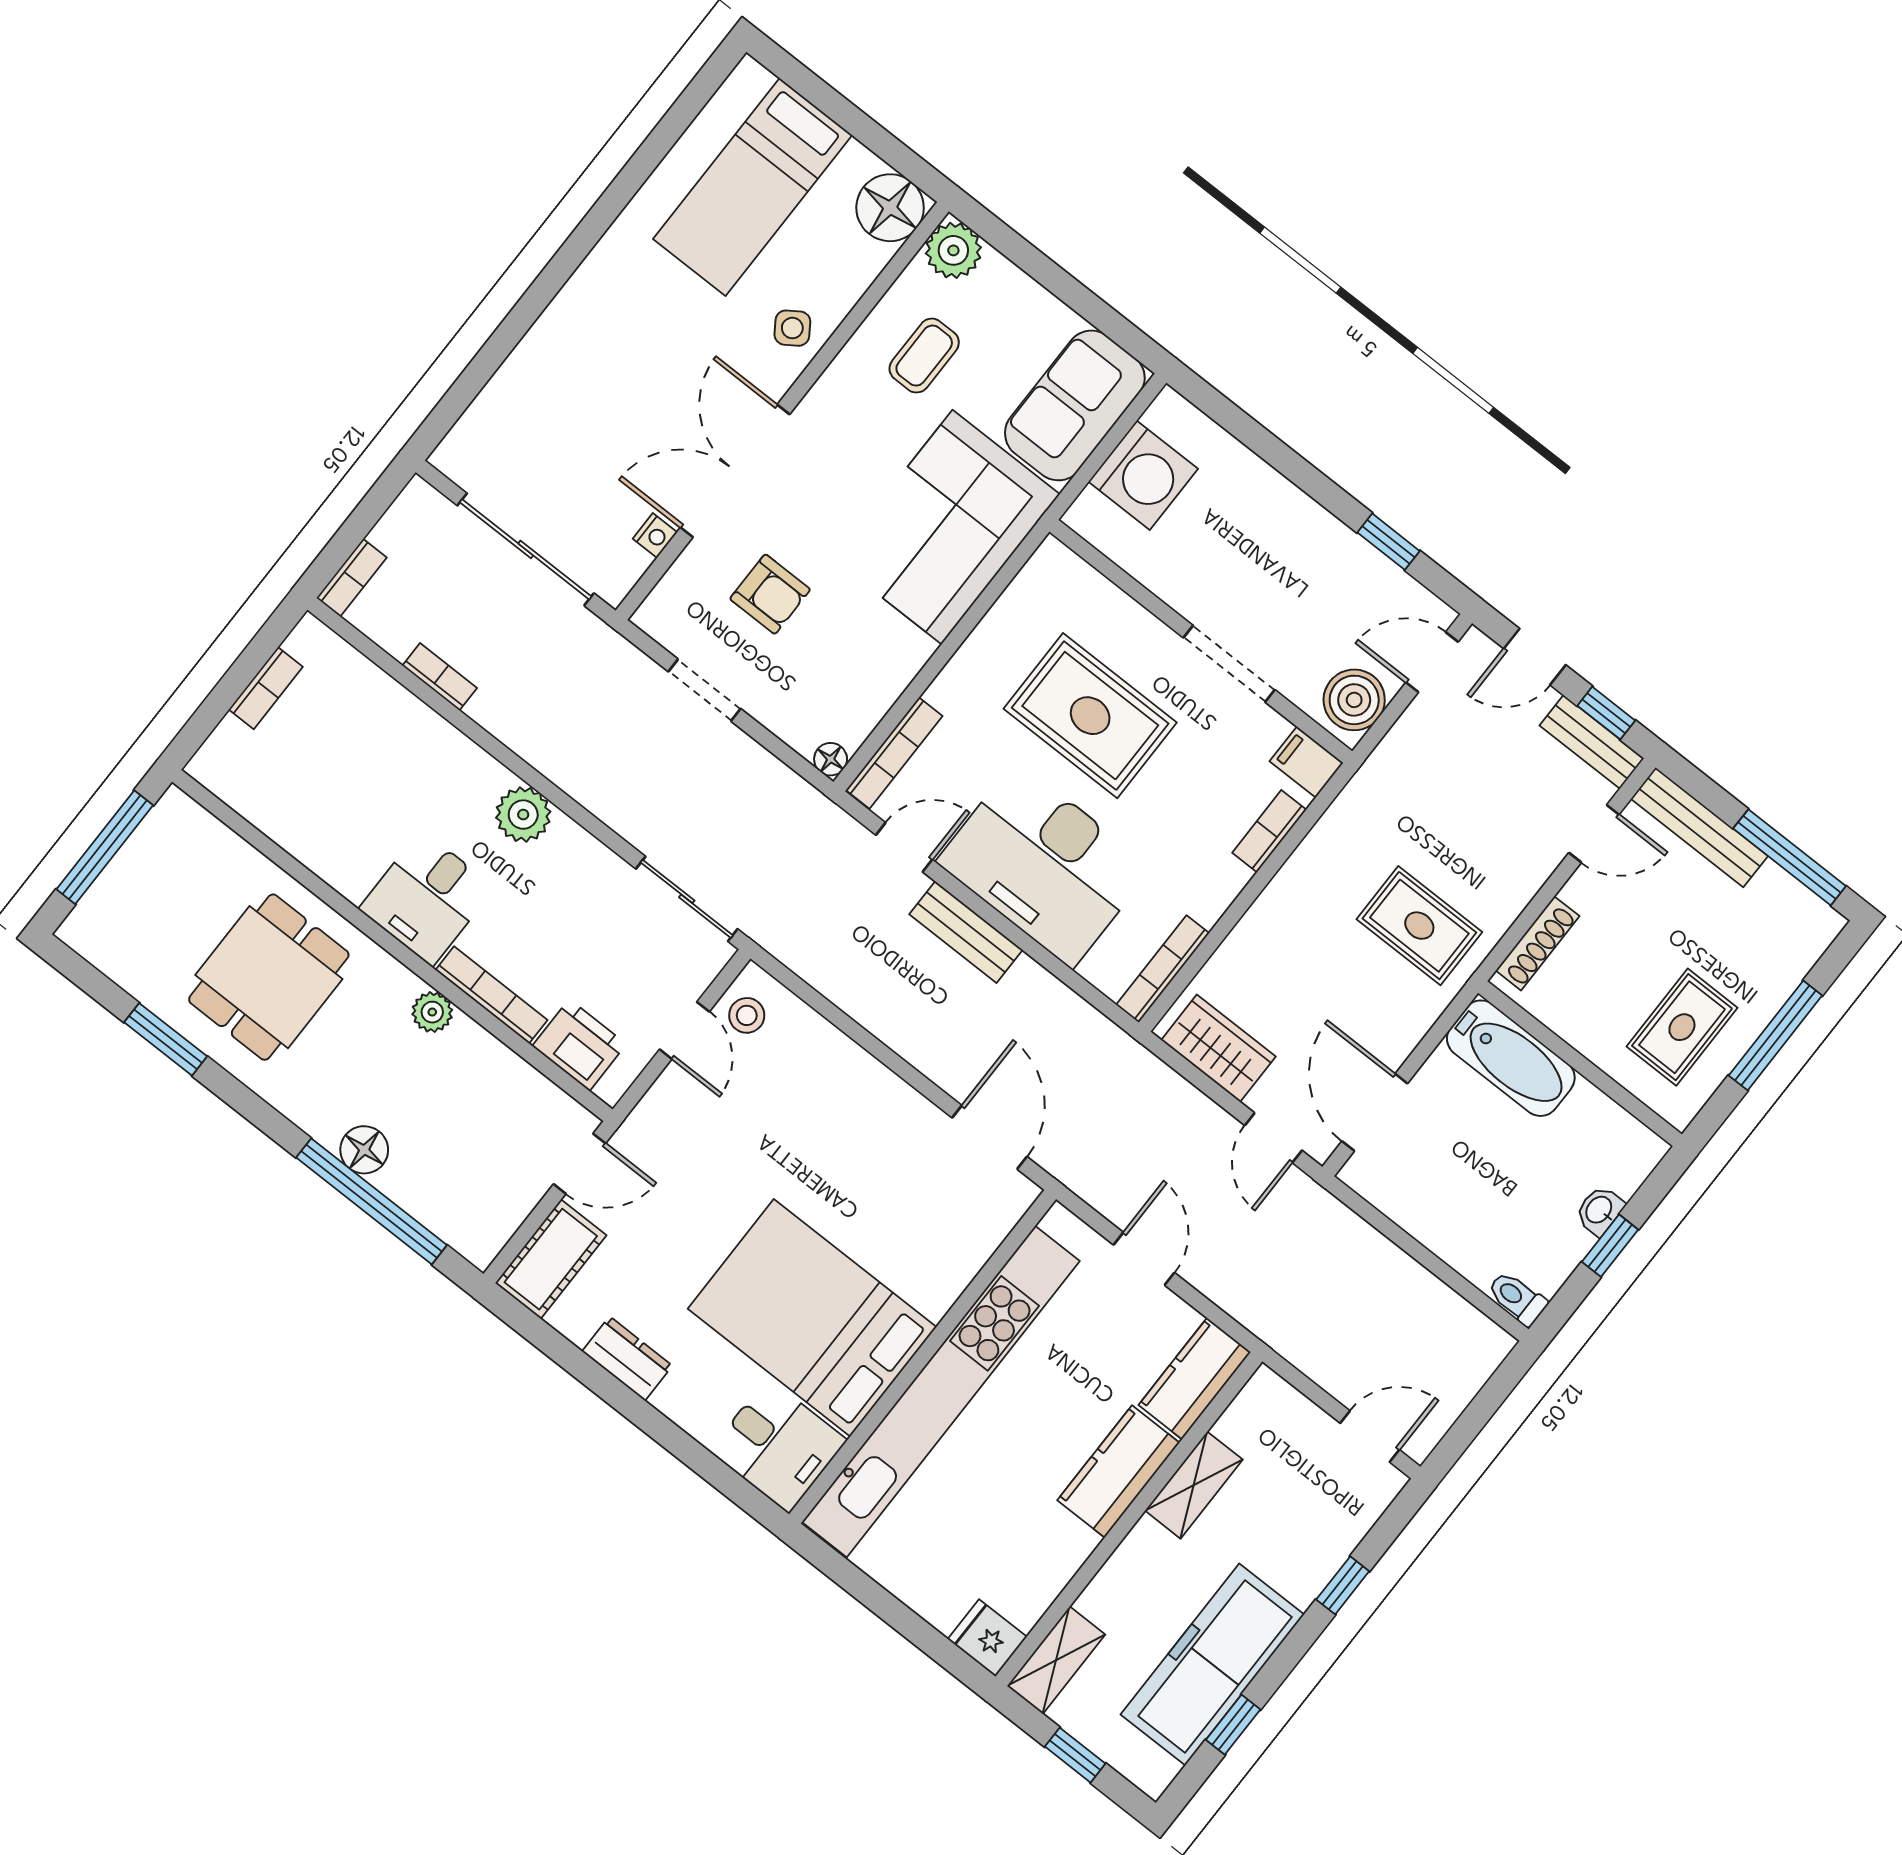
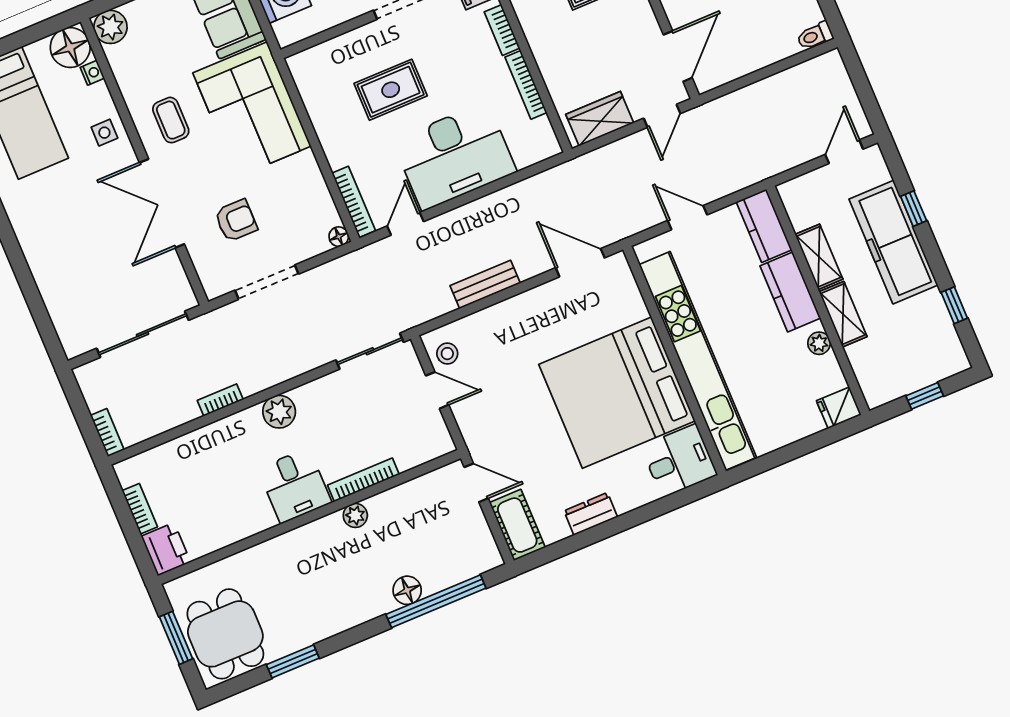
side table: (792, 328) -> (104, 133), turned 34
coffee table: (924, 356) -> (171, 120), moved
nightstand: (655, 536) -> (92, 73), moved
bookcase: (440, 677) -> (220, 400), moved
doorway: (704, 690) -> (267, 282), width x1.38
rug: (1090, 716) -> (391, 90), width x0.73, depth x0.70
window: (105, 847) -> (176, 638), width x0.69
bench: (966, 932) -> (485, 284), moved
bookcase: (1163, 969) -> (526, 85), moved
dining table: (269, 977) -> (225, 634), moved
printer: (579, 1045) -> (166, 549), moved, turned 90
door: (1375, 1112) -> (678, 56), swing flipped
door: (1273, 1138) -> (662, 116), hinge flipped
door: (580, 1164) -> (476, 483), hinge flipped
bed: (812, 1318) -> (617, 393), width x1.36
plant: (1066, 1556) -> (819, 343), added
shelving: (1056, 1660) -> (843, 314), moved
freezer: (1212, 1665) -> (893, 242), moved

